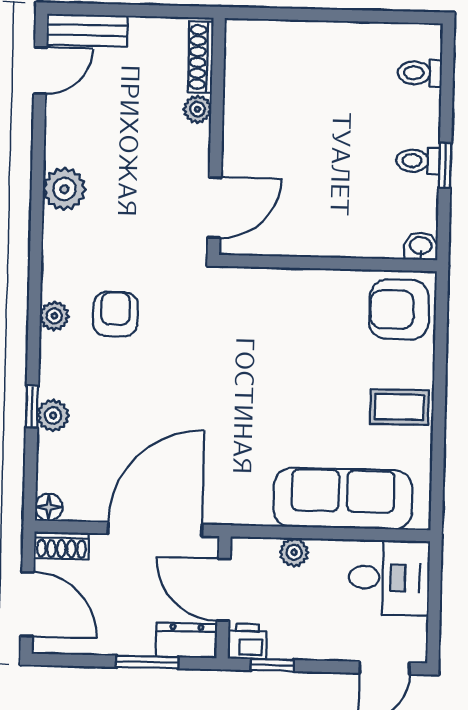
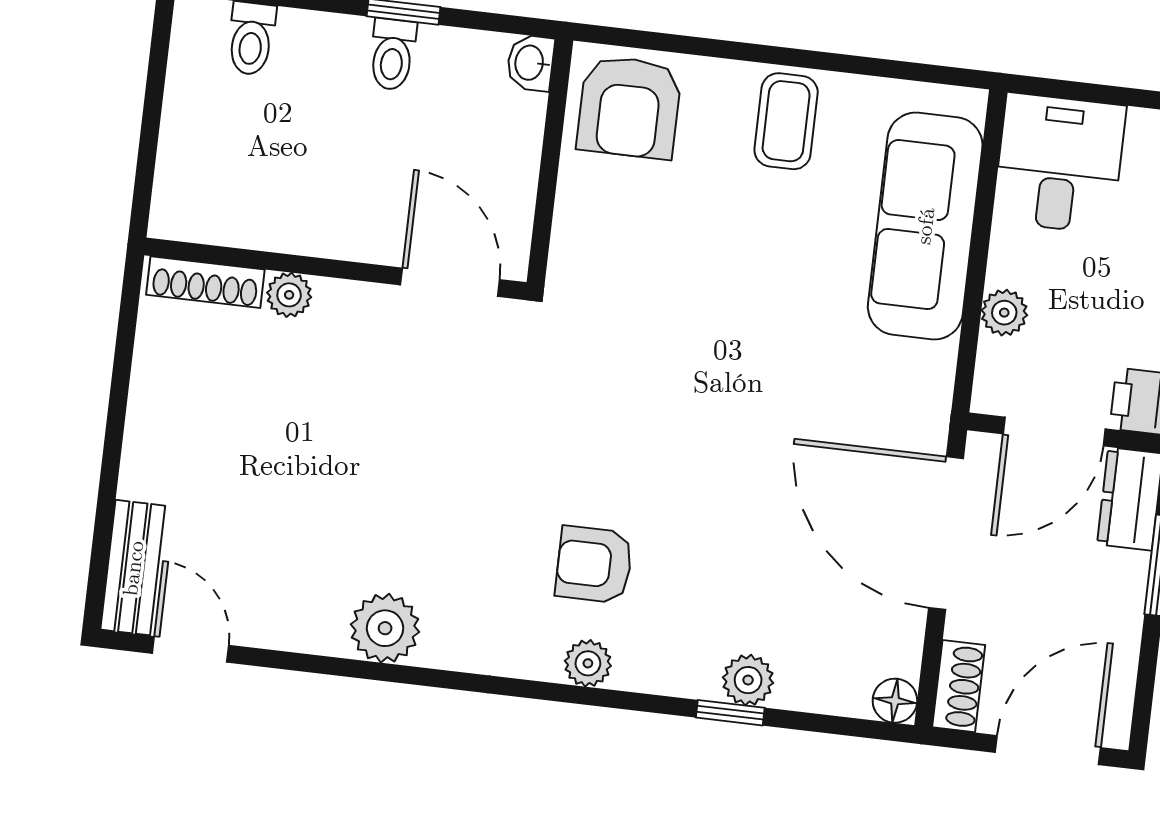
shoe rack: (201, 57) -> (205, 282), moved
plant: (198, 109) -> (289, 295), moved
wall: (216, 136) -> (335, 269), moved
door: (215, 208) -> (450, 282), moved

